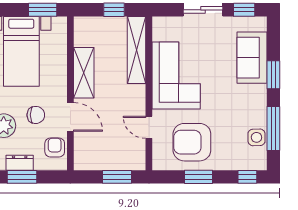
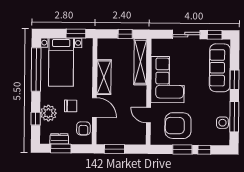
sofa: (252, 58) -> (220, 68), width x1.36
armchair: (55, 147) -> (83, 128), turned 180
window: (117, 177) -> (114, 149), moved
window: (247, 177) -> (204, 150), moved

